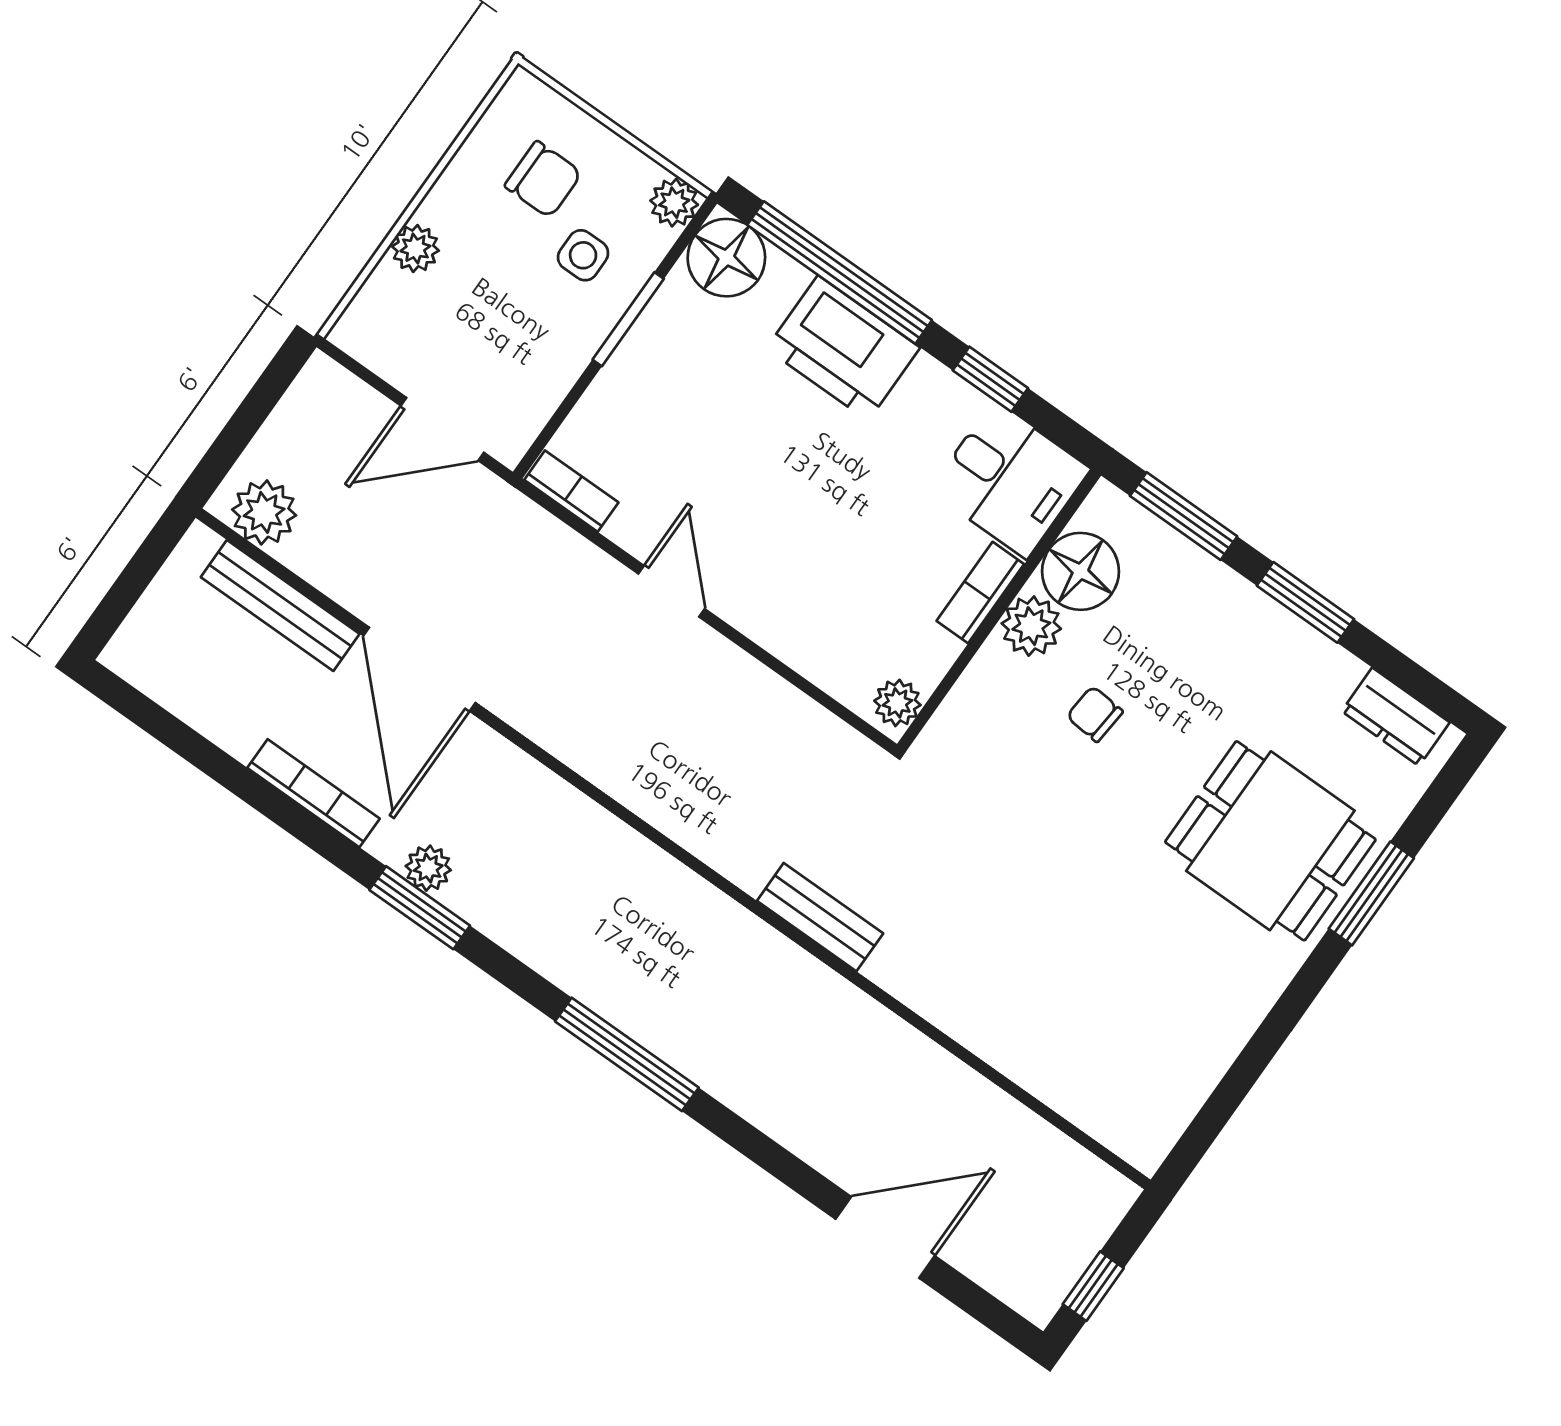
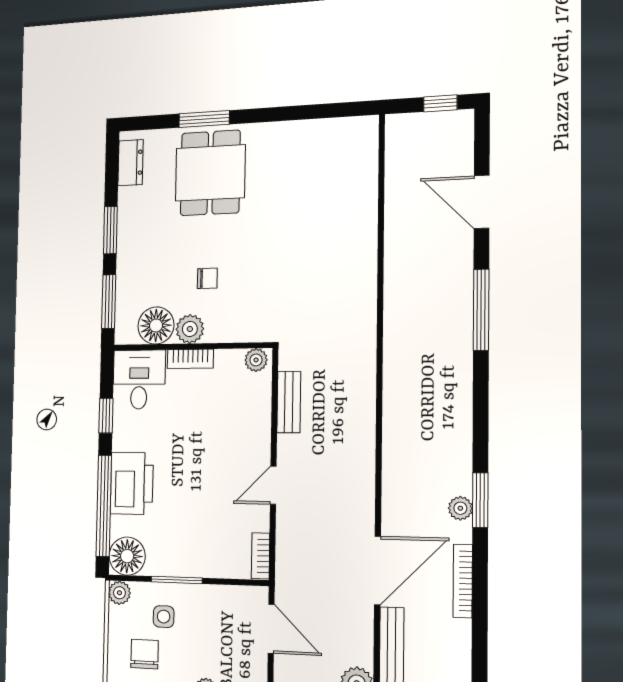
chair: (1095, 714) -> (207, 278), turned -95
bench: (820, 917) -> (289, 402), moved
window: (627, 1054) -> (481, 310), moved

